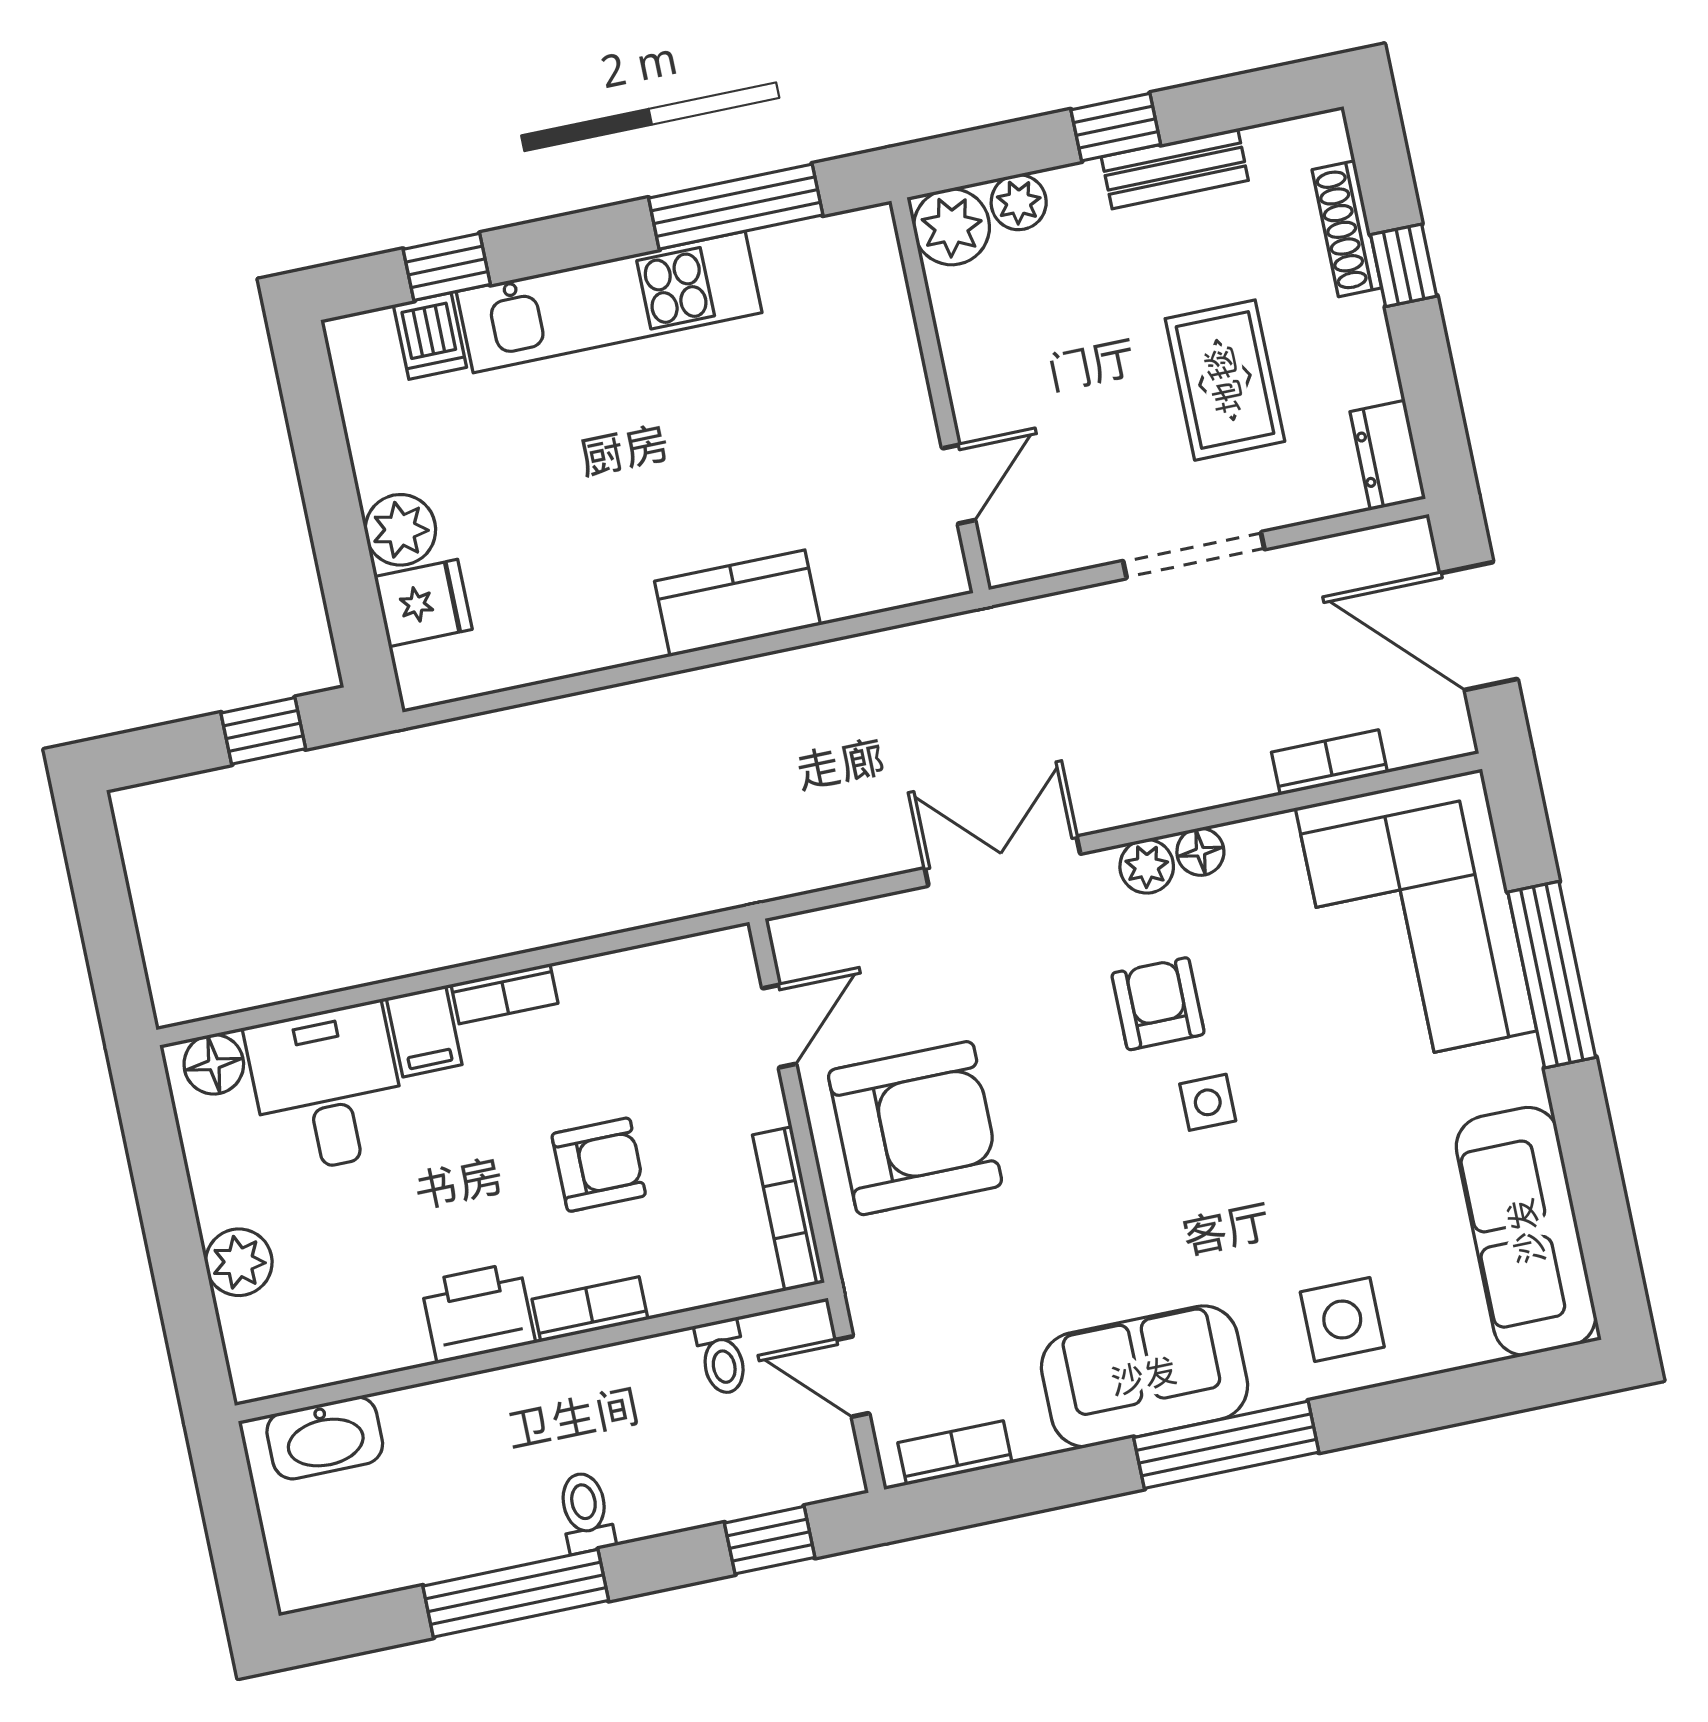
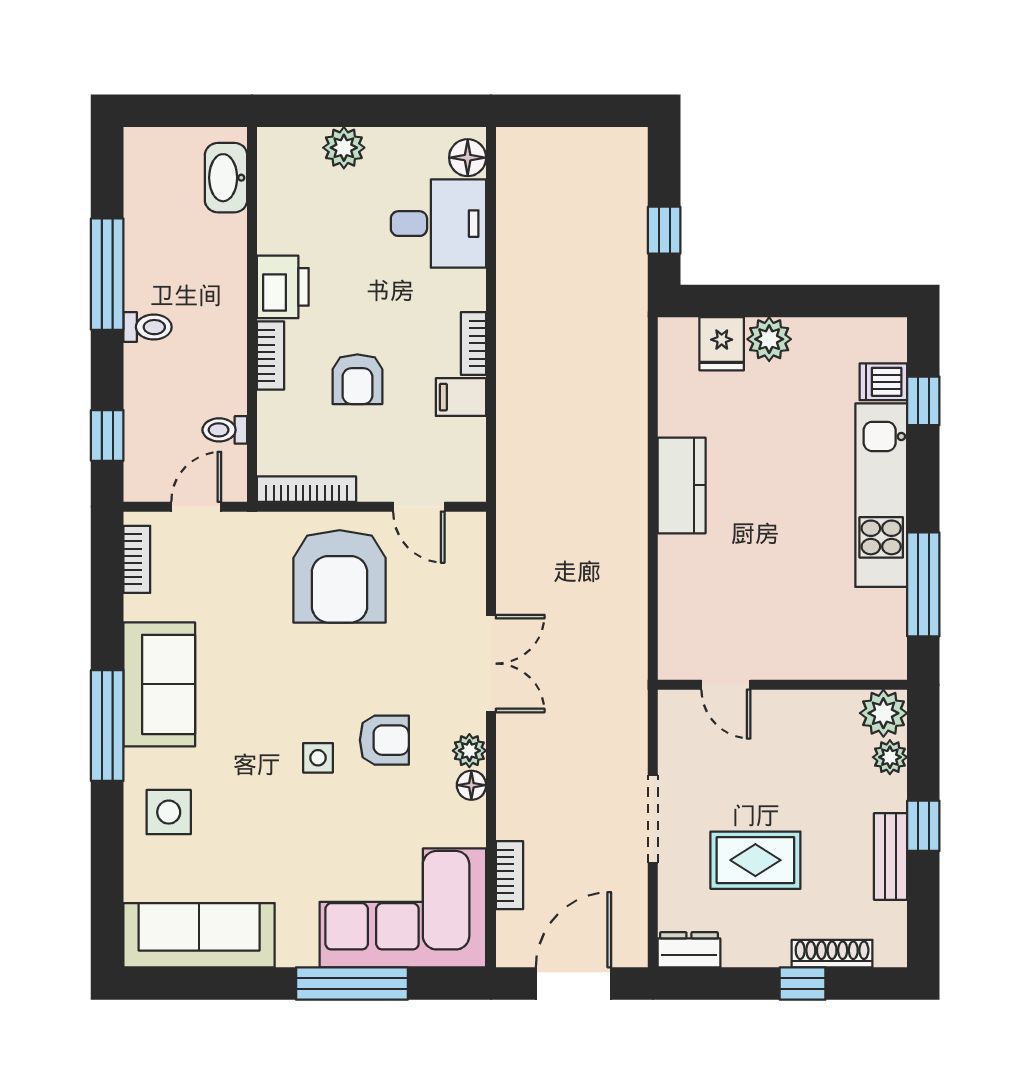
kitchen counter: (738, 603) -> (682, 485), moved
filing cabinet: (424, 1031) -> (461, 397), moved

